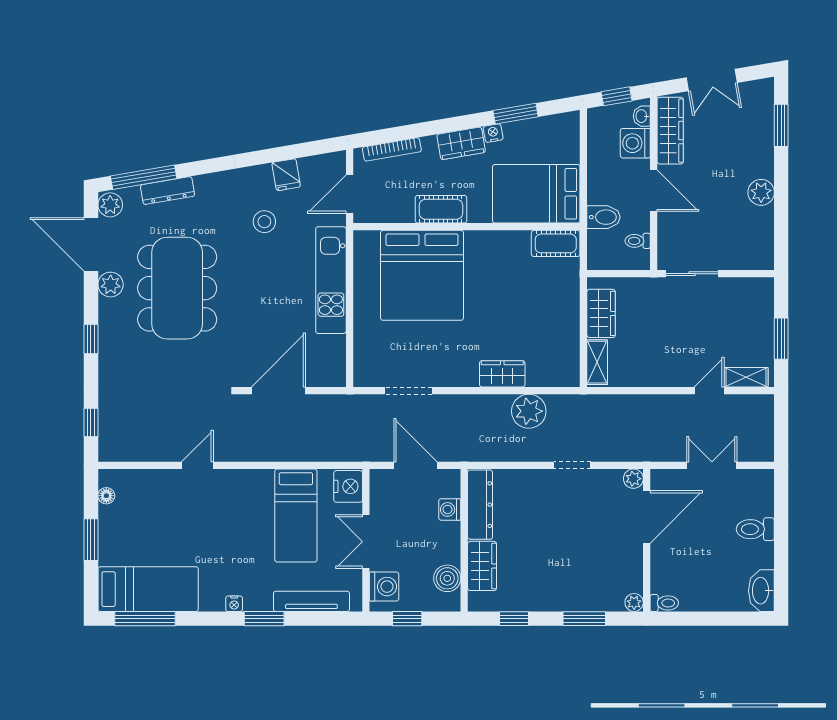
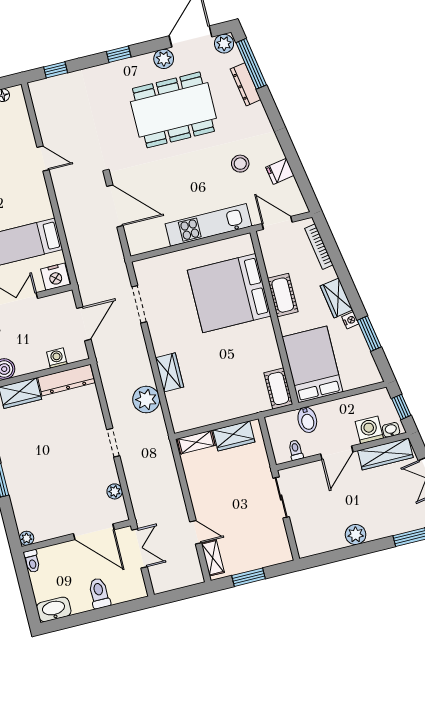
door: (647, 517) -> (94, 532), moved
wall: (647, 540) -> (76, 536), moved
plant: (634, 603) -> (27, 538), moved
toilet: (664, 603) -> (32, 561), moved

